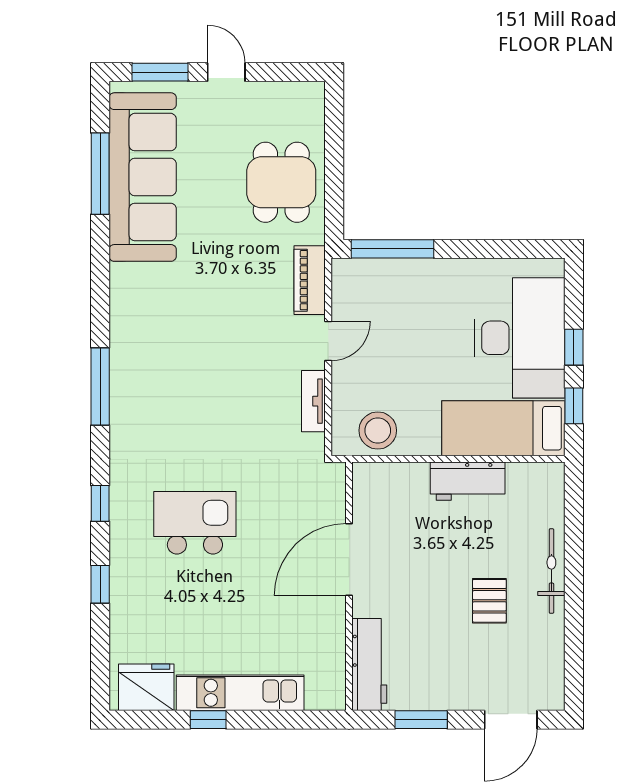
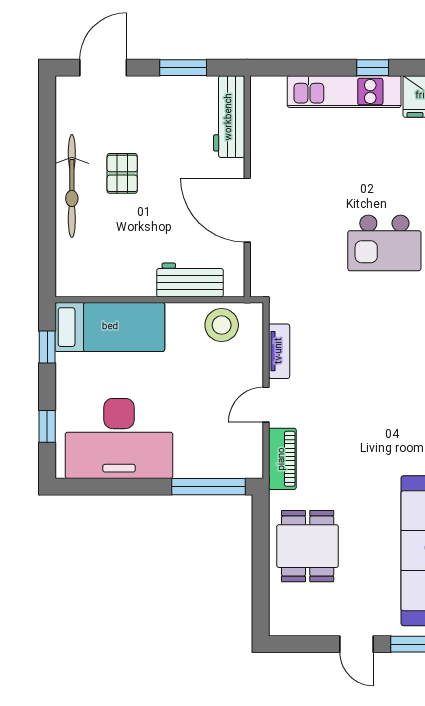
desk: (520, 338) -> (119, 438), moved, turned -90
window: (574, 347) -> (47, 426), moved
workbench: (468, 481) -> (190, 280), moved
door: (349, 560) -> (247, 210), swing flipped
bicycle: (551, 571) -> (72, 186), width x1.37, depth x1.40

